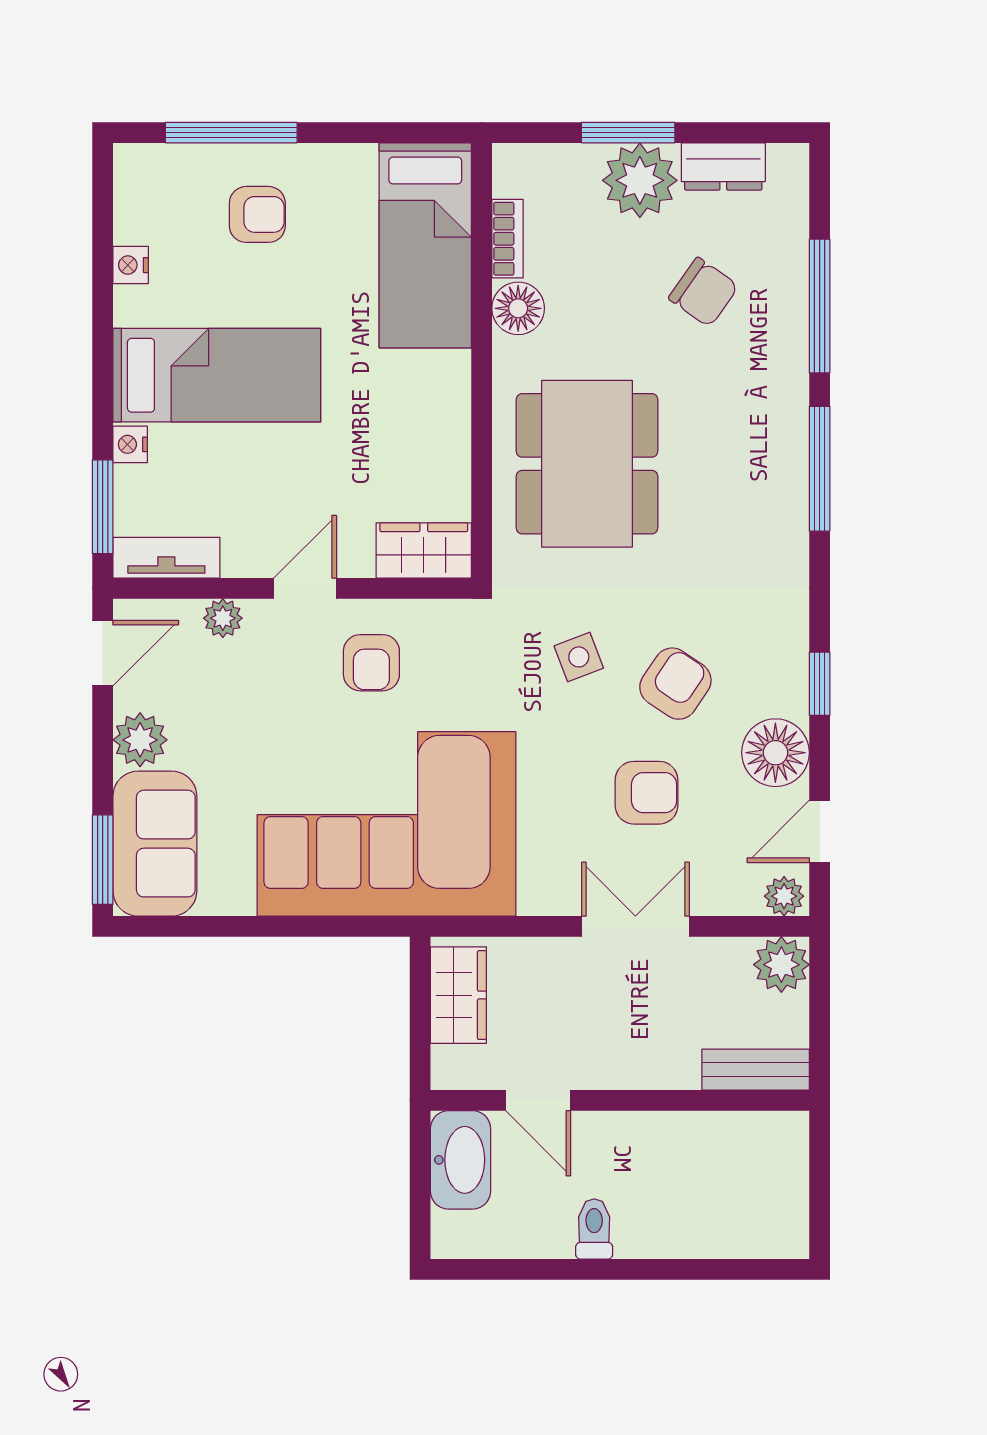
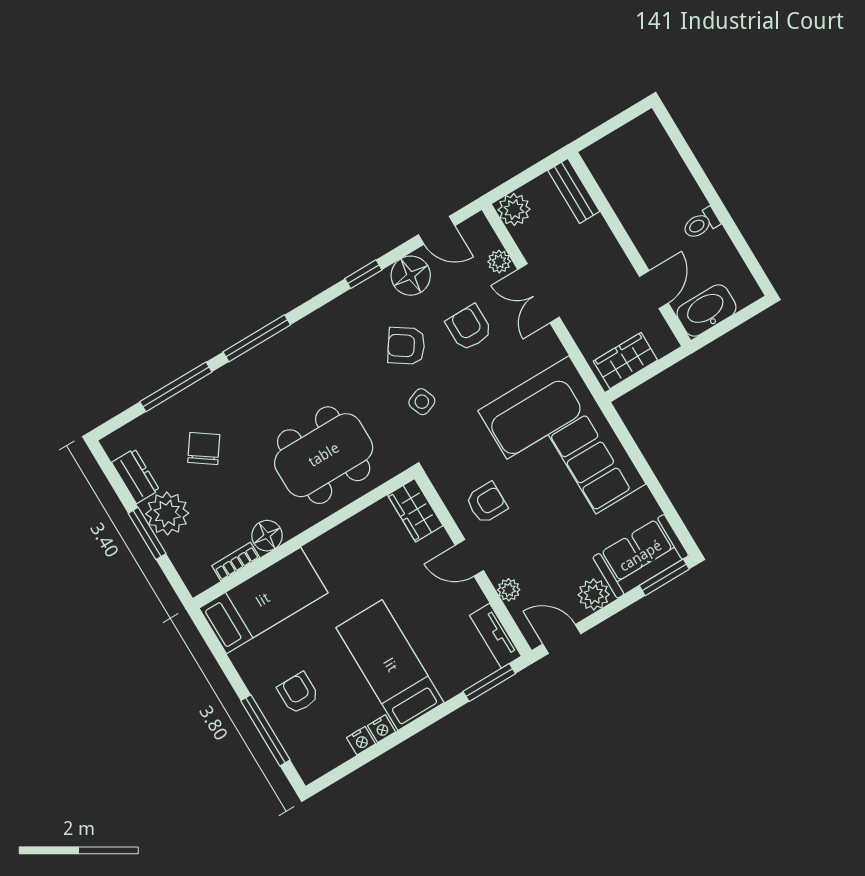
nightstand: (130, 444) -> (382, 729), moved
plant: (784, 896) -> (499, 262), moved

